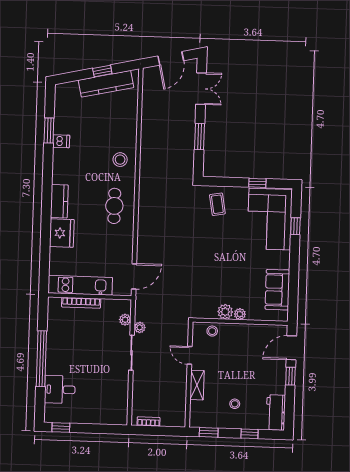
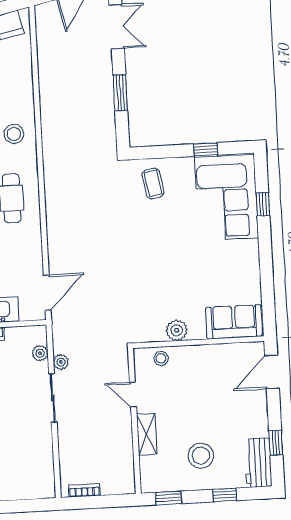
sofa: (277, 290) -> (234, 322), moved, turned 90
plant: (240, 314) -> (197, 332), removed
window: (290, 376) -> (276, 443), moved
stool: (235, 404) -> (201, 456), width x1.89, depth x1.89

